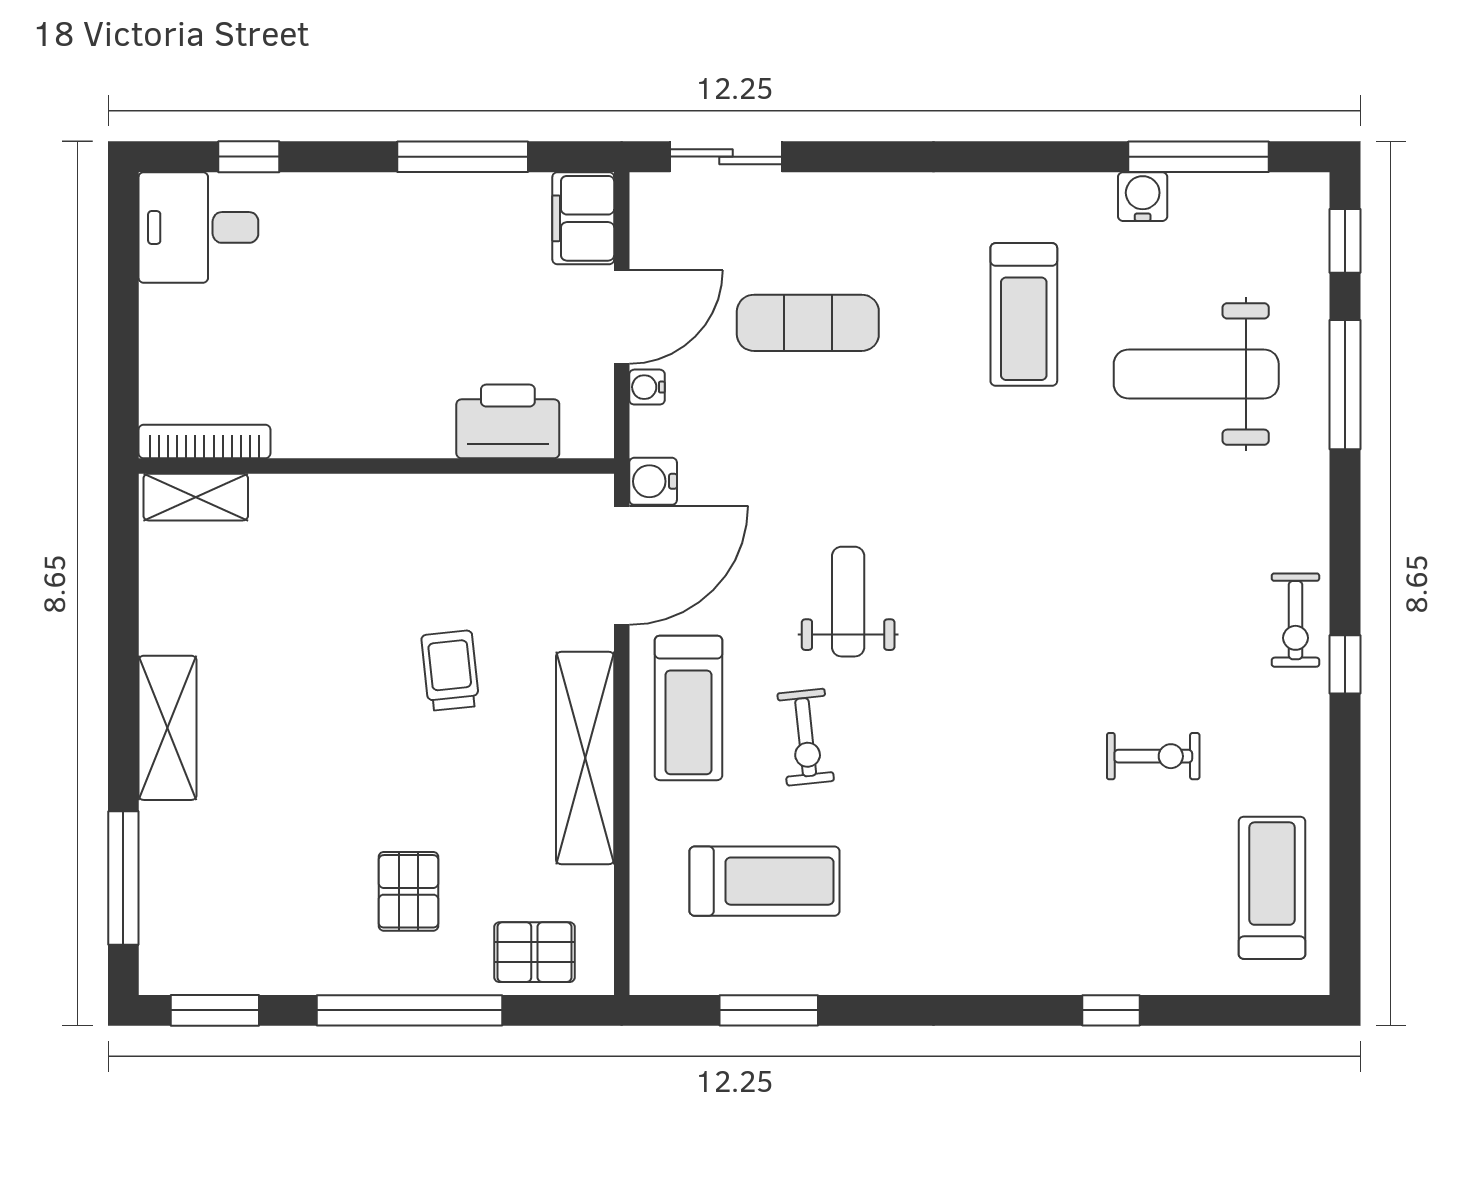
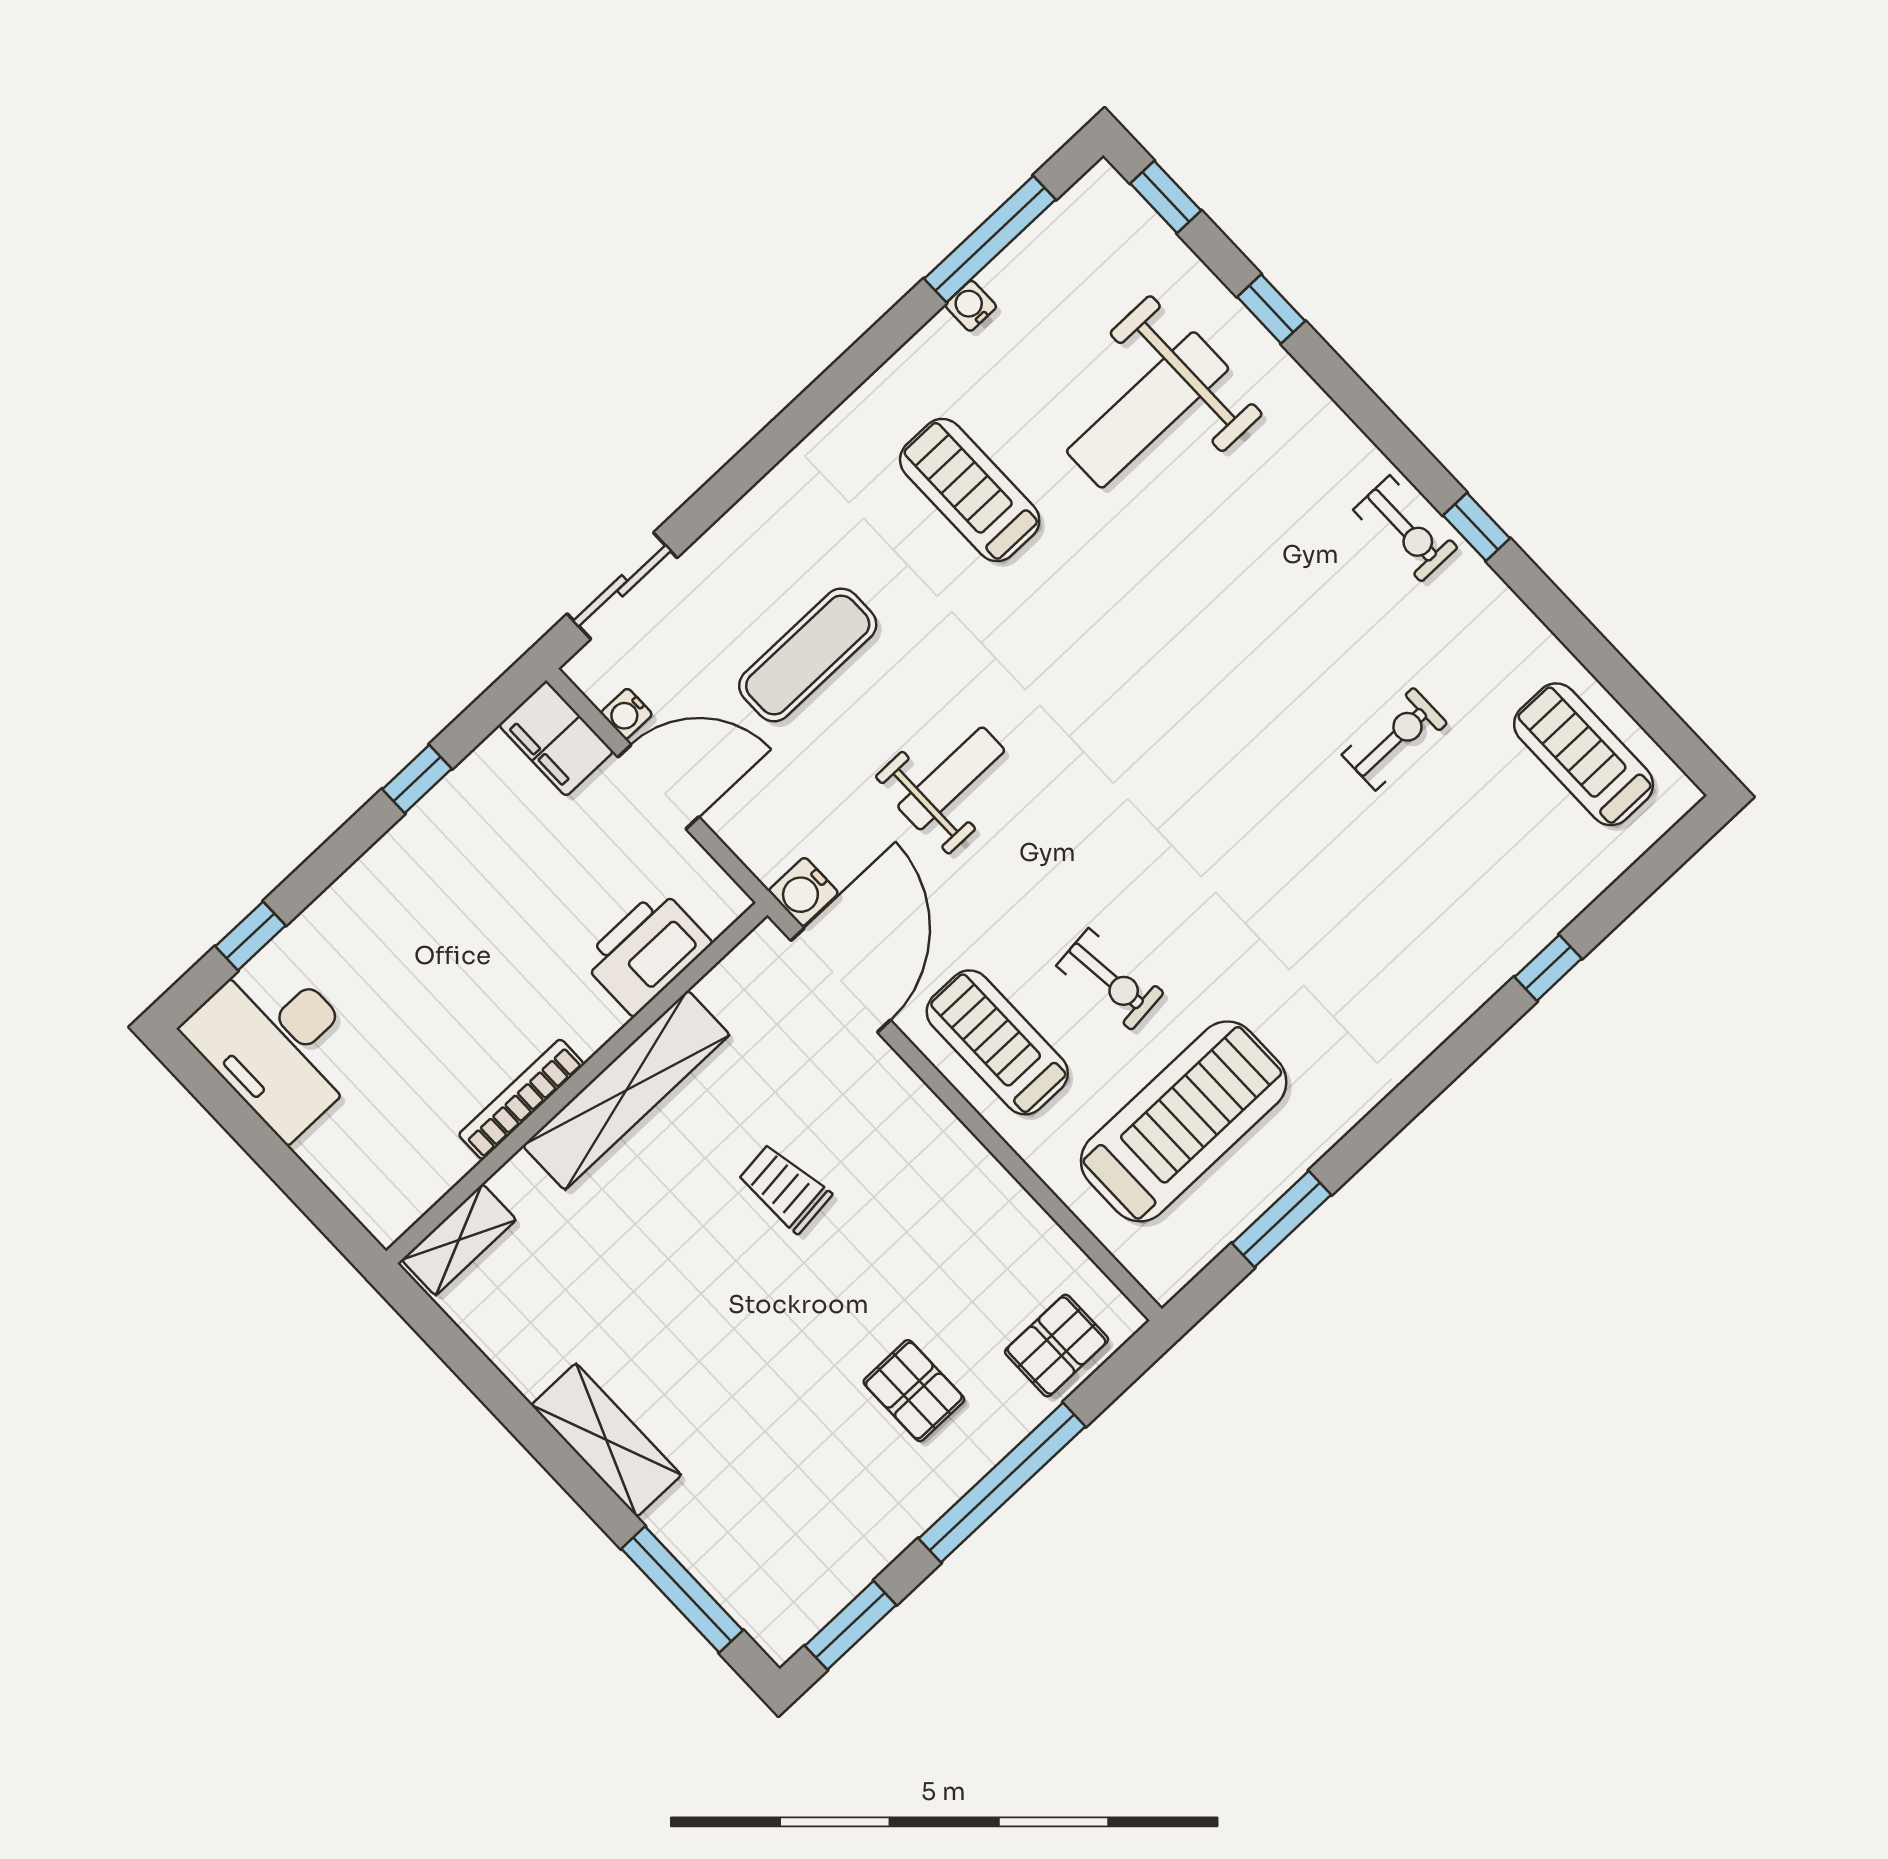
window: (463, 157) -> (417, 779), width x0.46
water cooler: (1143, 197) -> (971, 306), width x0.72, depth x0.72
desk: (198, 227) -> (278, 1044), width x1.37
treadmill: (1024, 314) -> (970, 490), turned 180
door: (622, 317) -> (658, 787), hinge flipped
window: (1345, 385) -> (1271, 309), width x0.46
water cooler: (647, 387) -> (627, 714), moved
bookcase: (204, 441) -> (521, 1099), moved
weight bench: (848, 602) -> (951, 778), moved, turned 90
treadmill: (688, 708) -> (997, 1042), turned 180
shelving: (585, 758) -> (626, 1090), moved, turned 90
treadmill: (765, 881) -> (1184, 1121), width x1.37, depth x1.38

